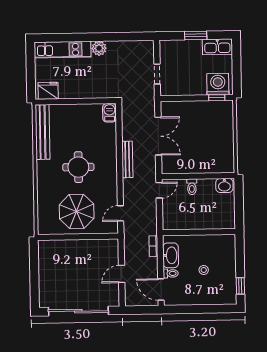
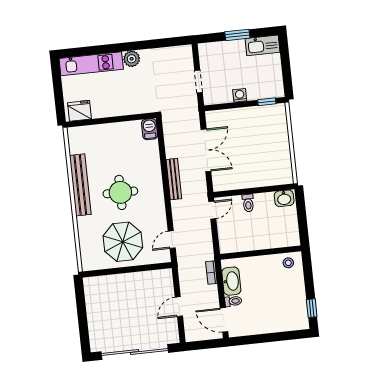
washing machine: (218, 84) -> (240, 95), moved, width x0.53, depth x0.53
bench: (43, 132) -> (80, 185), moved
stool: (204, 270) -> (288, 263), moved

